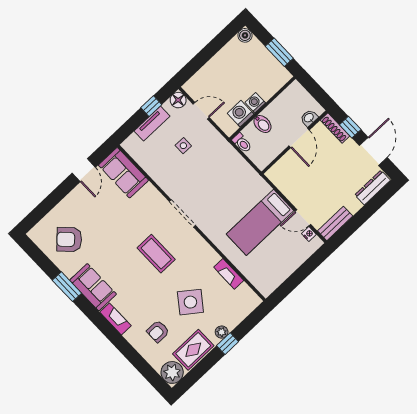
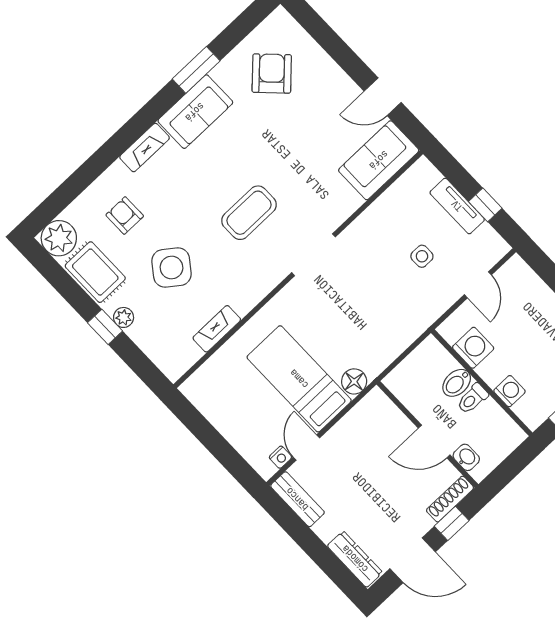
floor lamp: (178, 100) -> (354, 381), moved
washing machine: (255, 103) -> (509, 391), moved
toilet: (242, 143) -> (472, 399), moved

